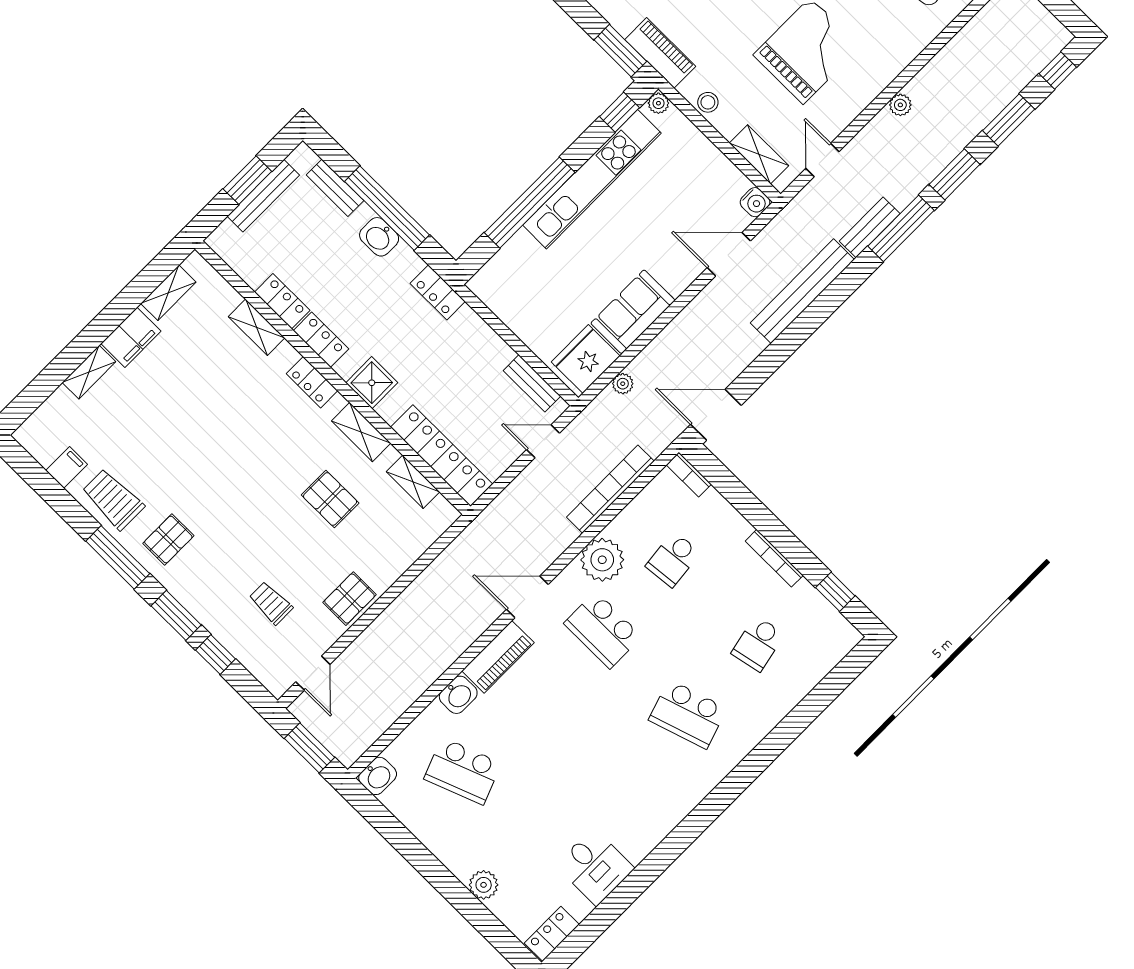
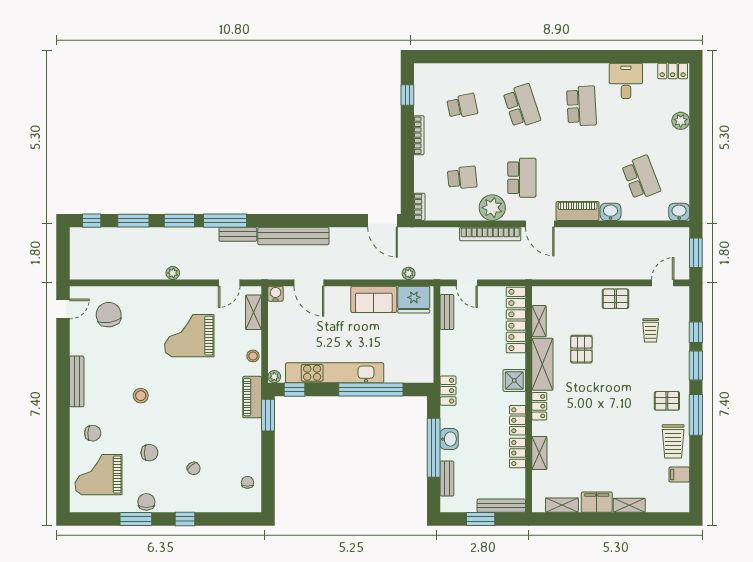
bench: (263, 196) -> (501, 506), moved
shelving: (361, 432) -> (542, 364), width x1.50, depth x1.33
bookcase: (610, 489) -> (490, 234), moved
school desk: (618, 785) -> (581, 106), added

